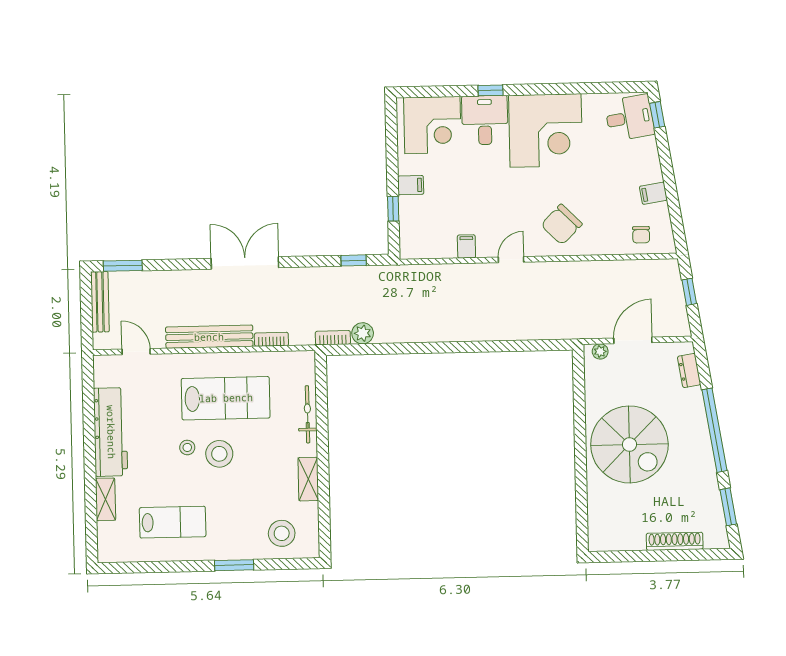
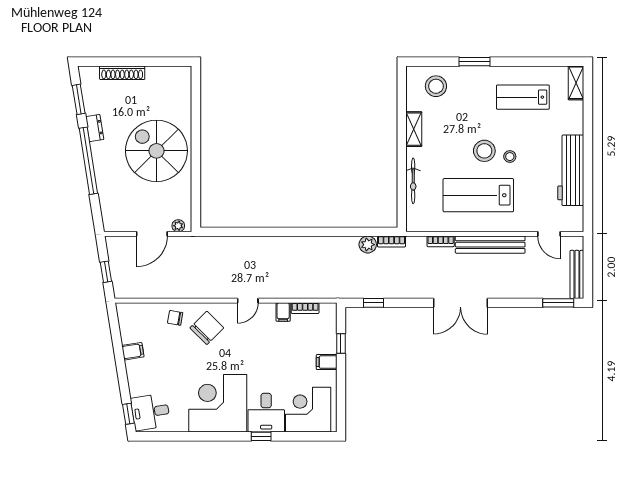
chair: (641, 235) -> (175, 318), moved, turned -80
bookcase: (439, 252) -> (305, 308), added
dresser: (689, 371) -> (95, 128), moved
shelving: (106, 499) -> (576, 83), moved

